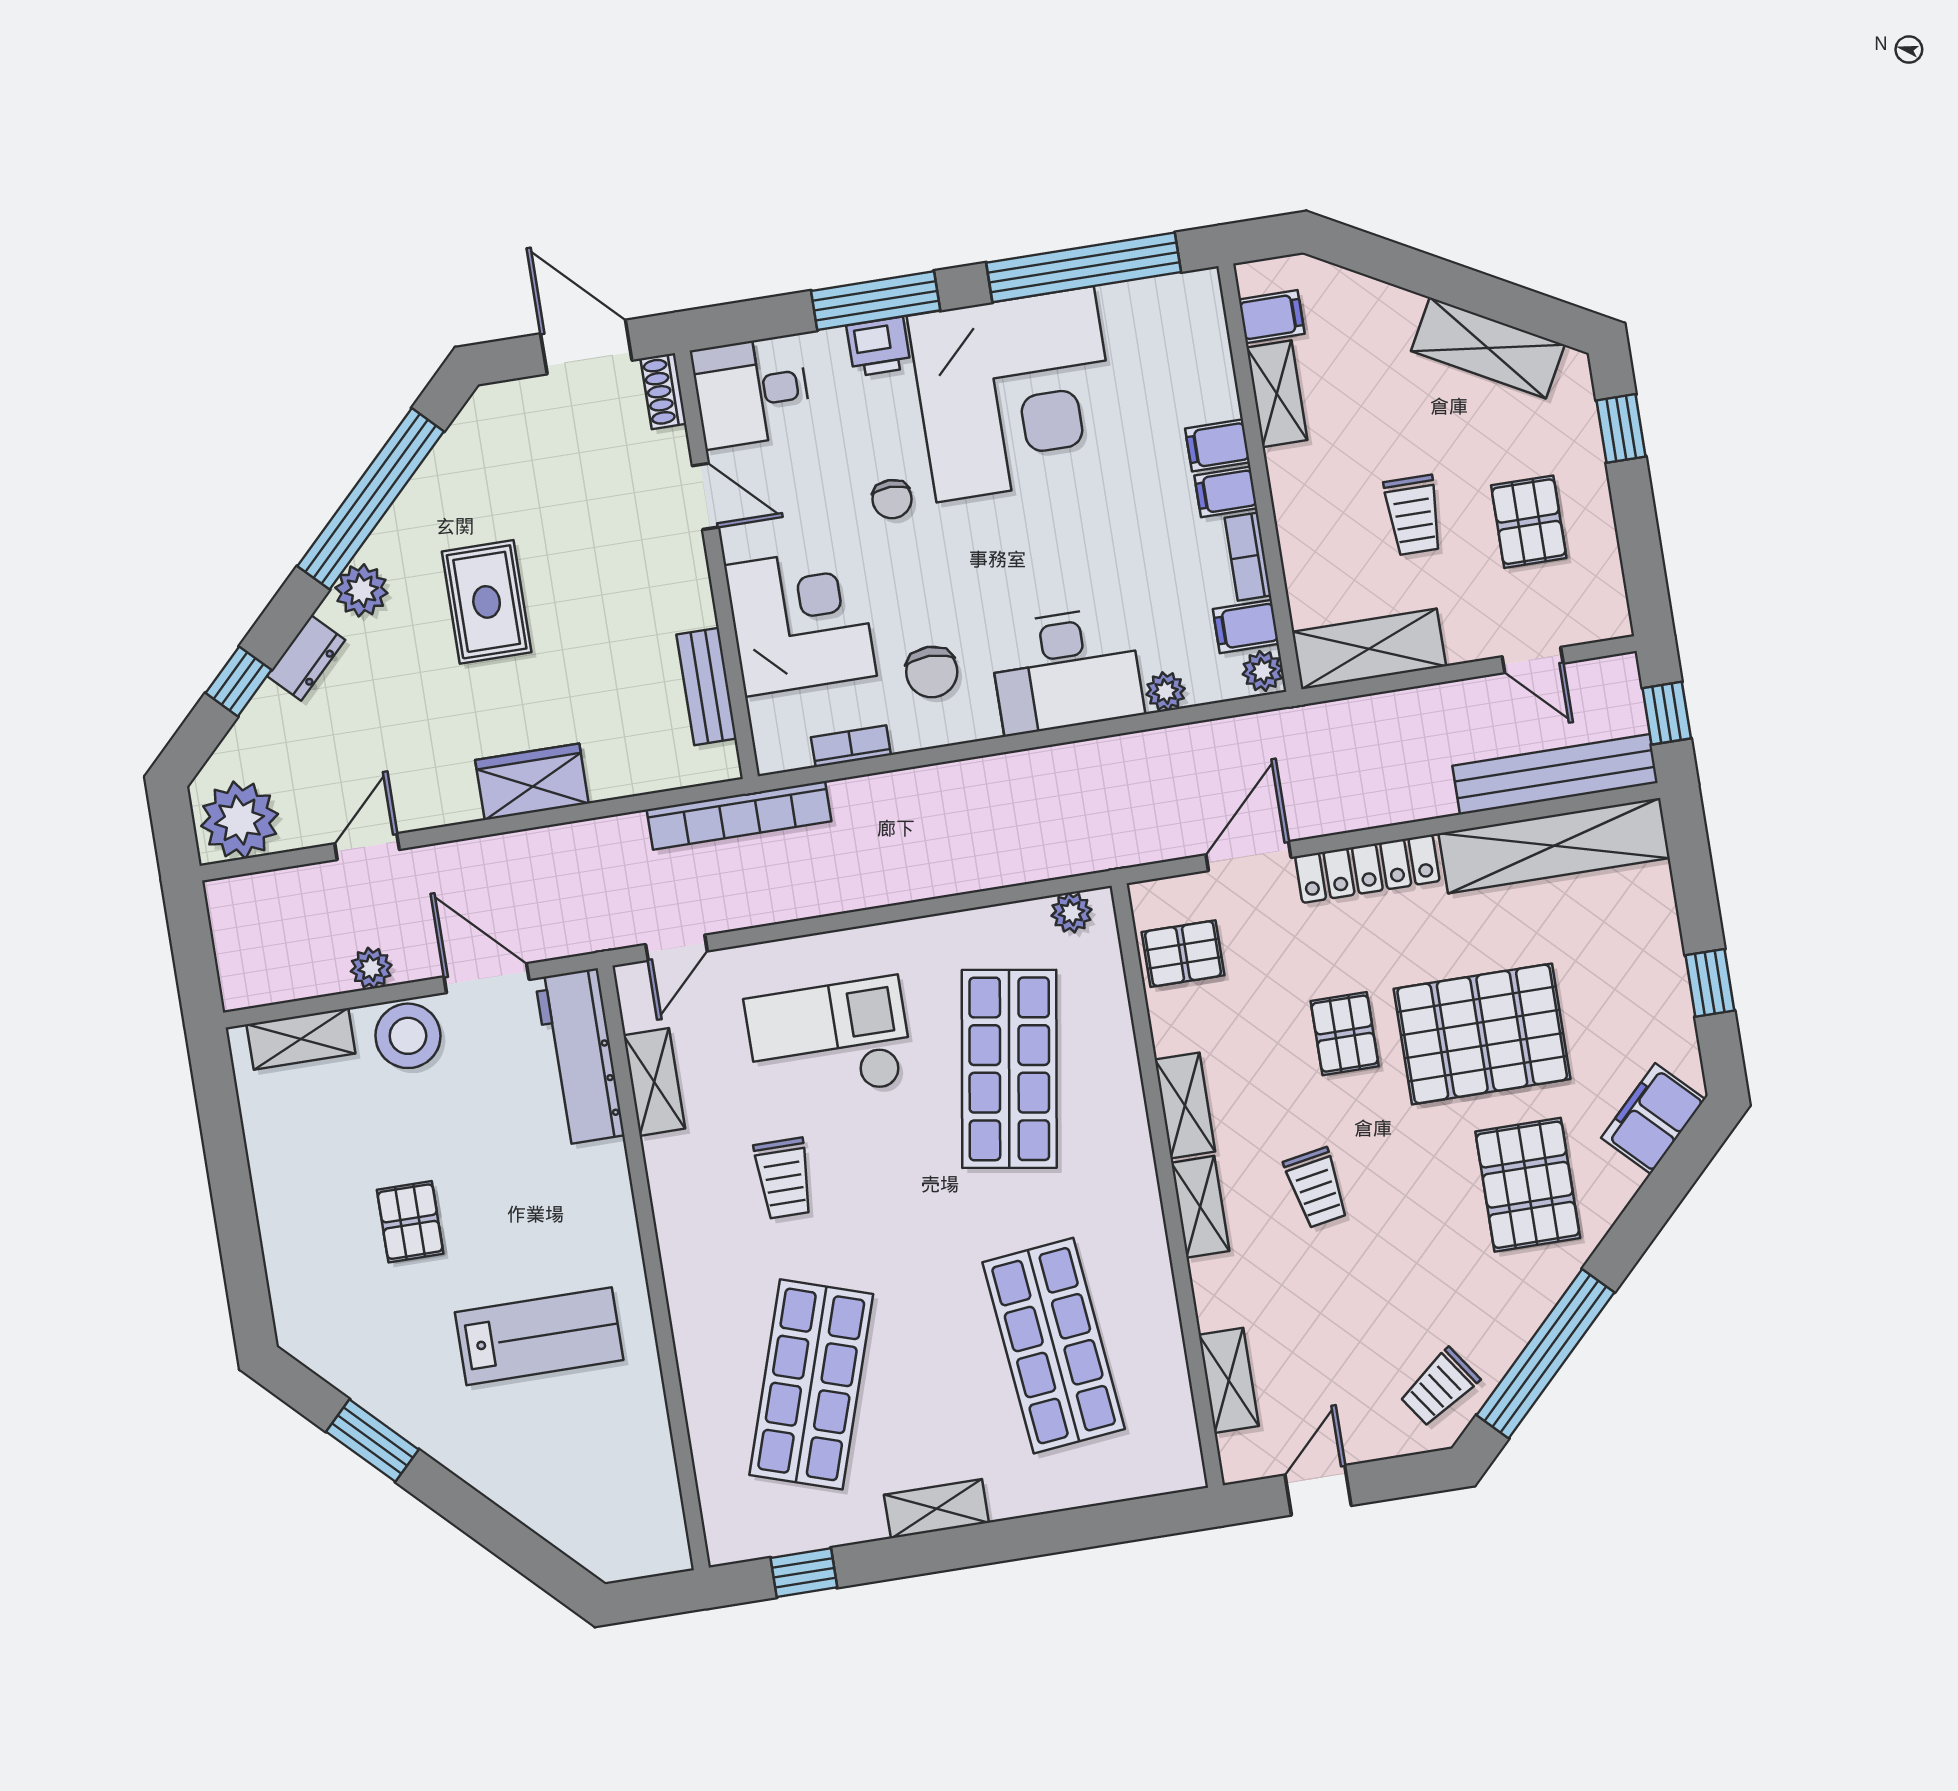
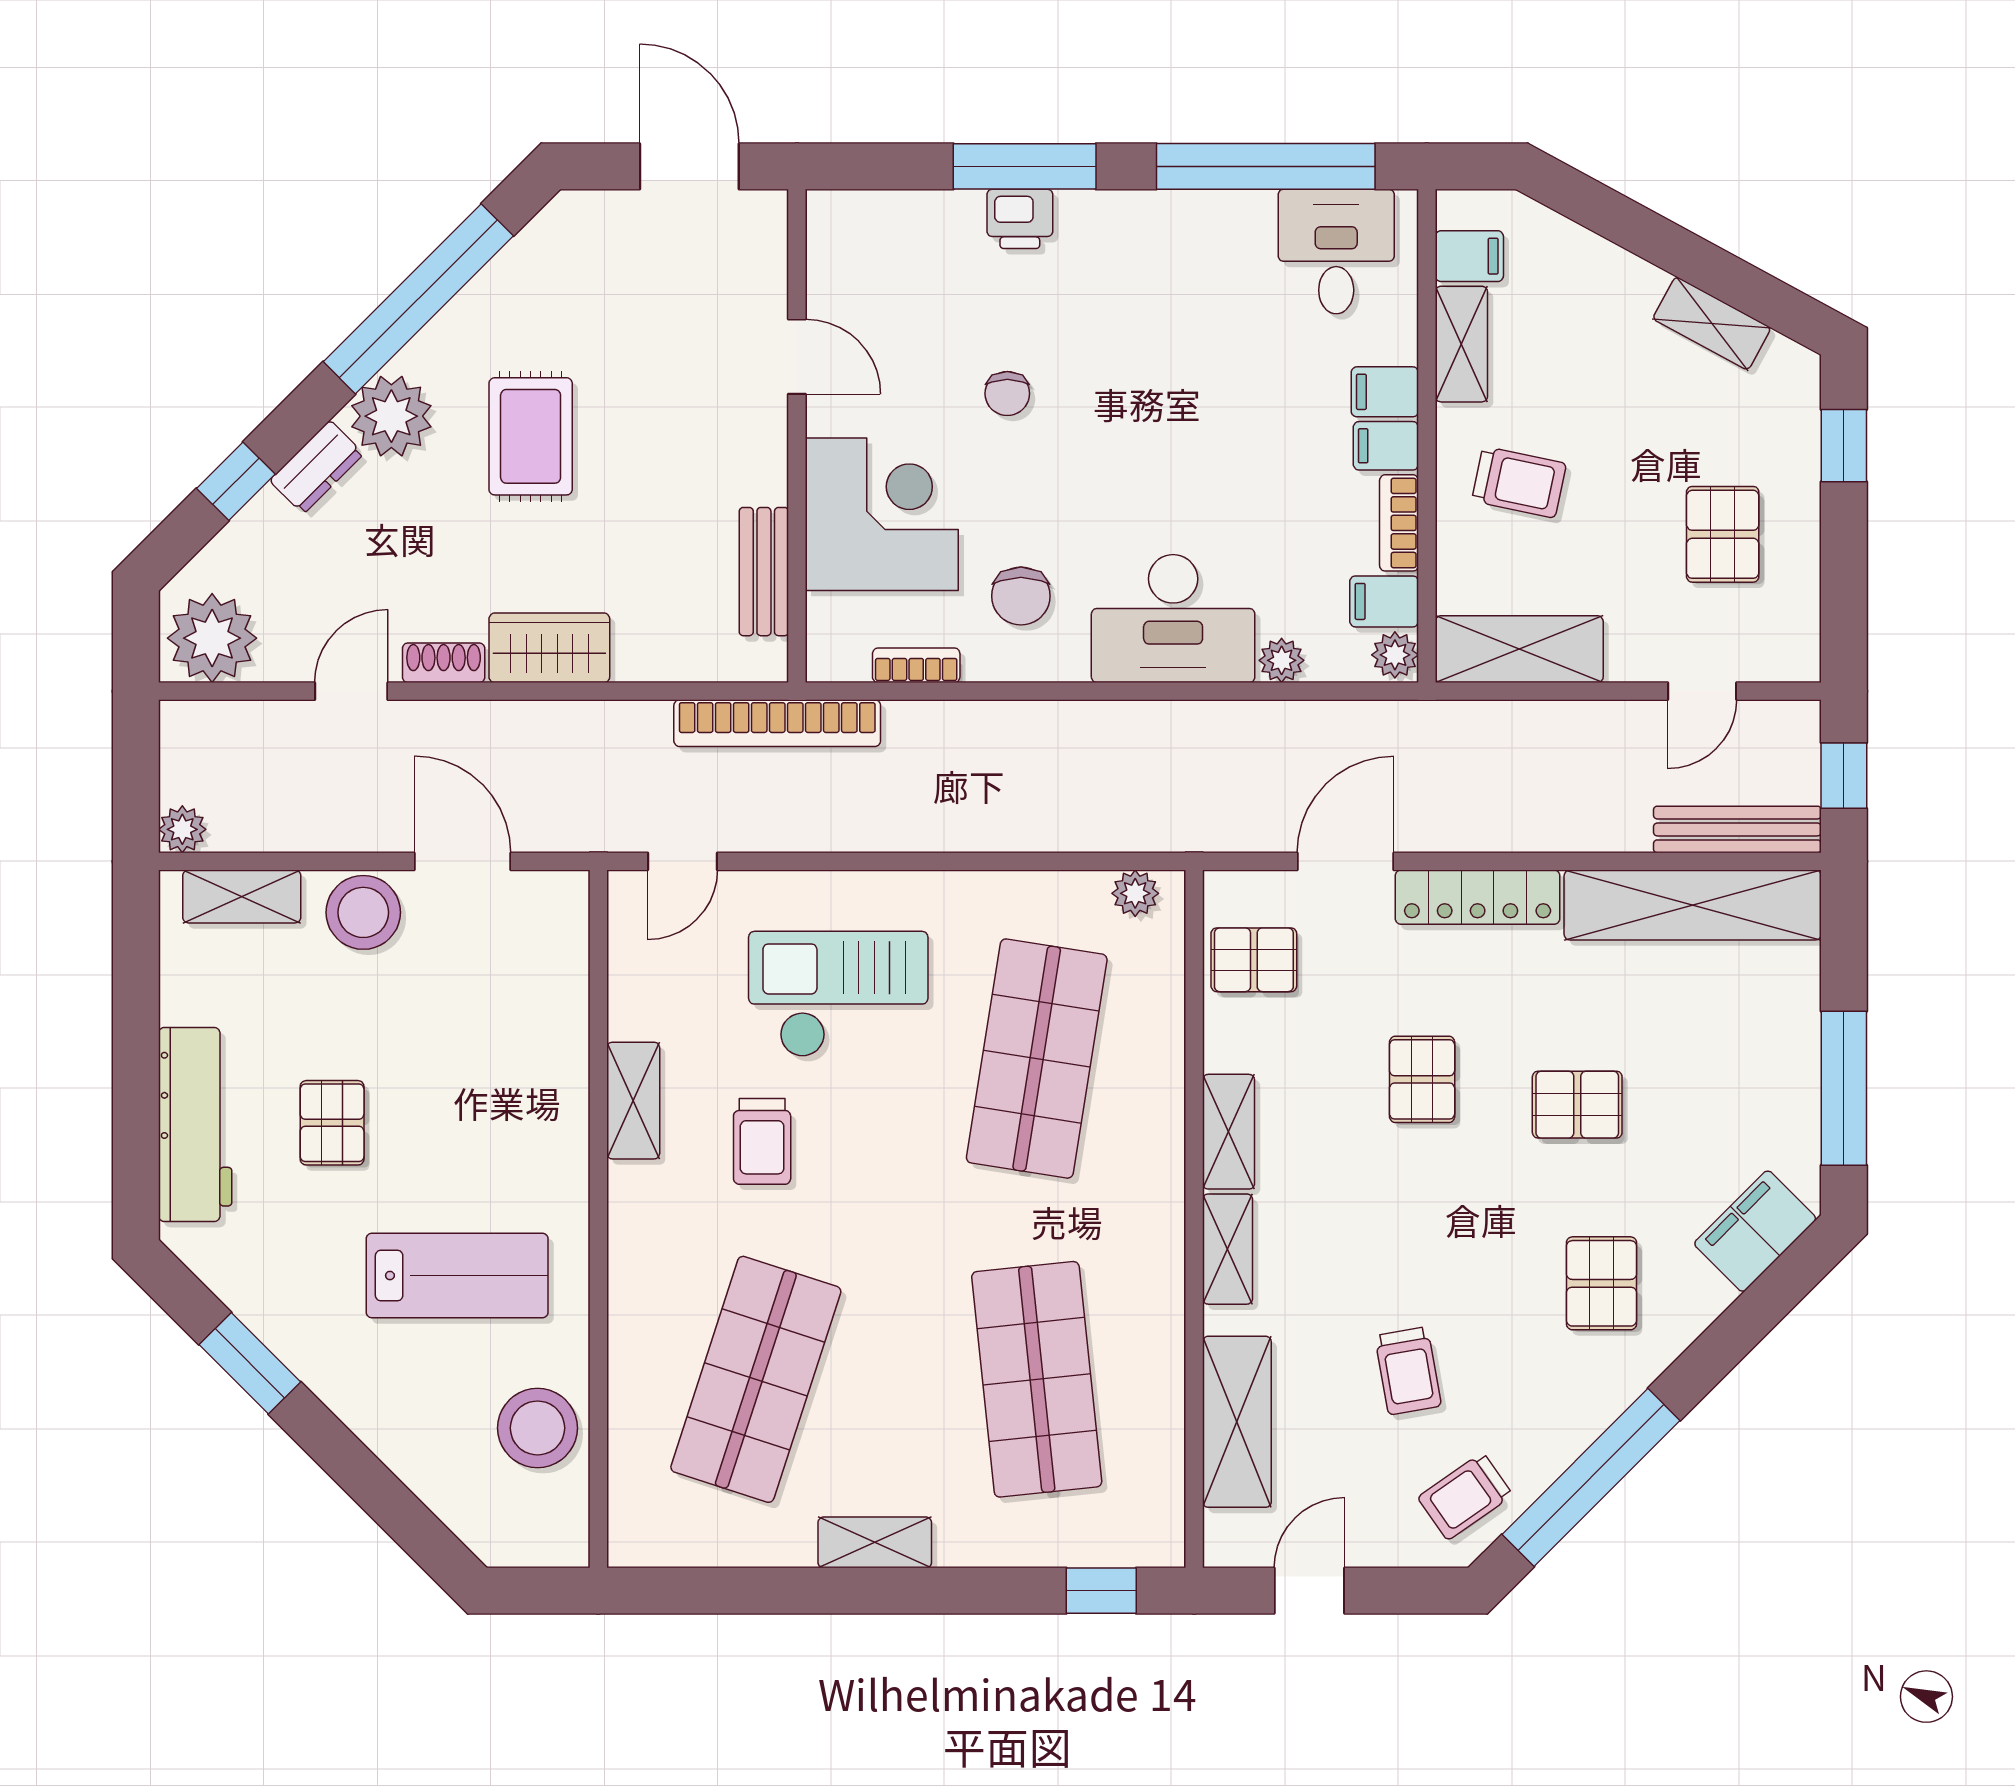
shelving: (1488, 348) -> (1712, 323), width x0.67, depth x0.75
shoe rack: (663, 391) -> (444, 663), moved, turned 90
desk: (751, 392) -> (1336, 251), moved, turned 90
corner desk: (1015, 394) -> (1165, 297), removed
trolley: (1413, 515) -> (1519, 482), moved, turned -78
plant: (361, 590) -> (391, 416), width x1.36, depth x1.36
door: (1533, 660) -> (1702, 691), hinge flipped
bench: (1555, 774) -> (1737, 829), width x0.73, depth x0.82
plant: (371, 968) -> (182, 829), moved
window: (1710, 983) -> (1844, 1088), width x2.17
pallet: (1482, 1034) -> (1577, 1105), width x0.49, depth x0.50
workbench: (580, 1057) -> (195, 1124), moved, turned 180
shelving: (654, 1082) -> (633, 1101), moved
pallet: (1528, 1185) -> (1601, 1283), width x0.67, depth x0.71
trolley: (1316, 1188) -> (1408, 1371), moved
shelving: (1229, 1380) -> (1237, 1422), width x1.50, depth x1.33
stool: (630, 1457) -> (538, 1428), added
window: (804, 1573) -> (1101, 1591), moved

